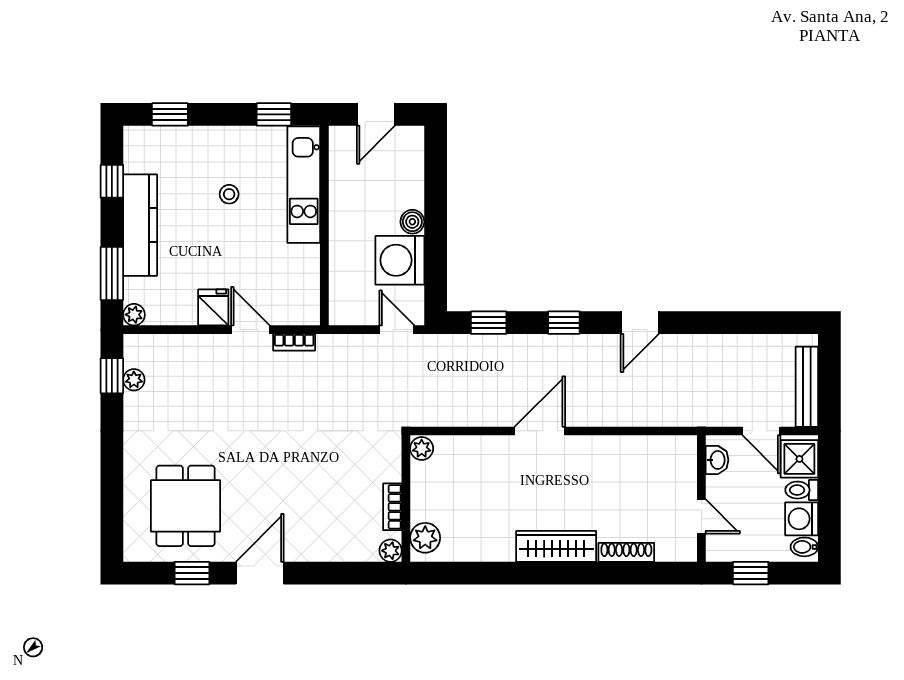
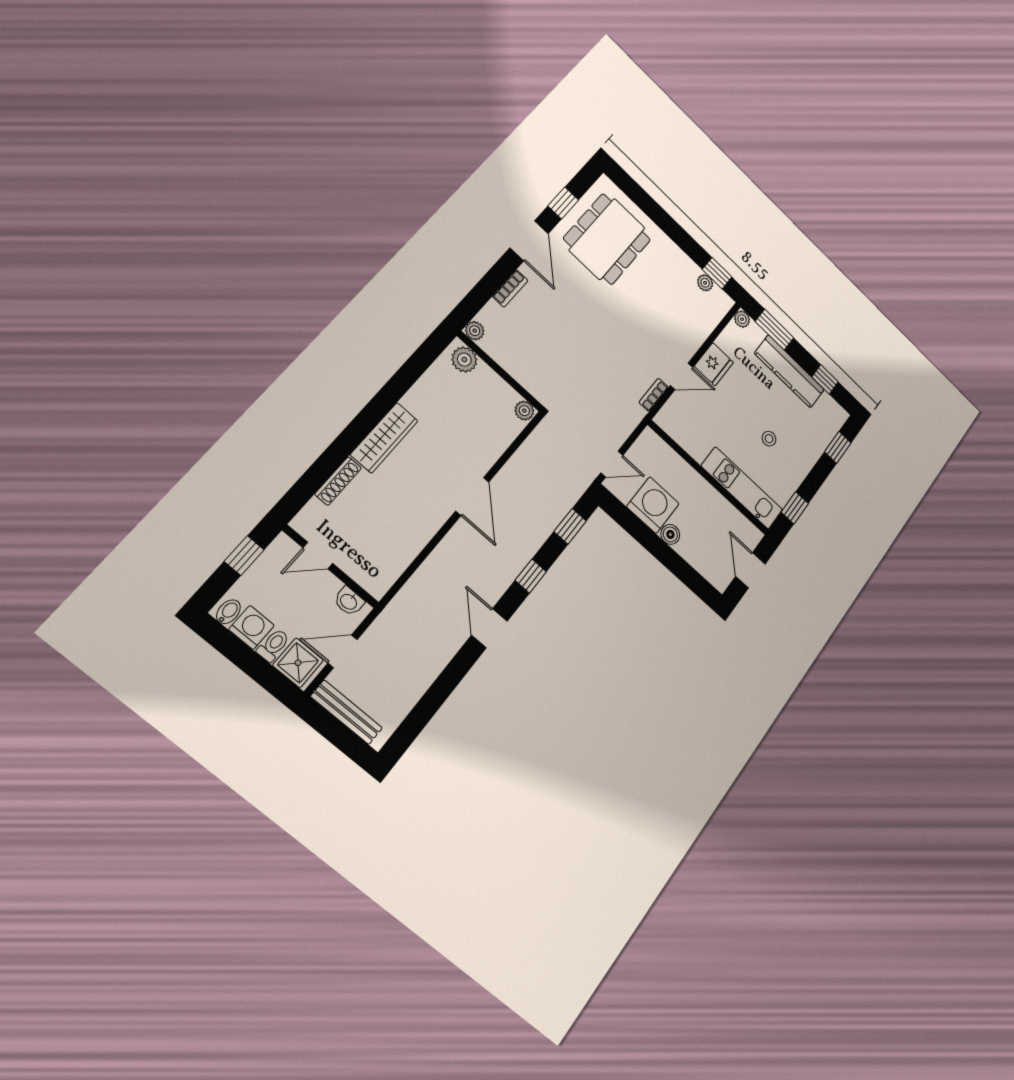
fridge: (213, 307) -> (714, 364), width x1.38
dining table: (186, 506) -> (607, 239), width x1.37
bookcase: (392, 507) -> (510, 288), moved, turned 90

